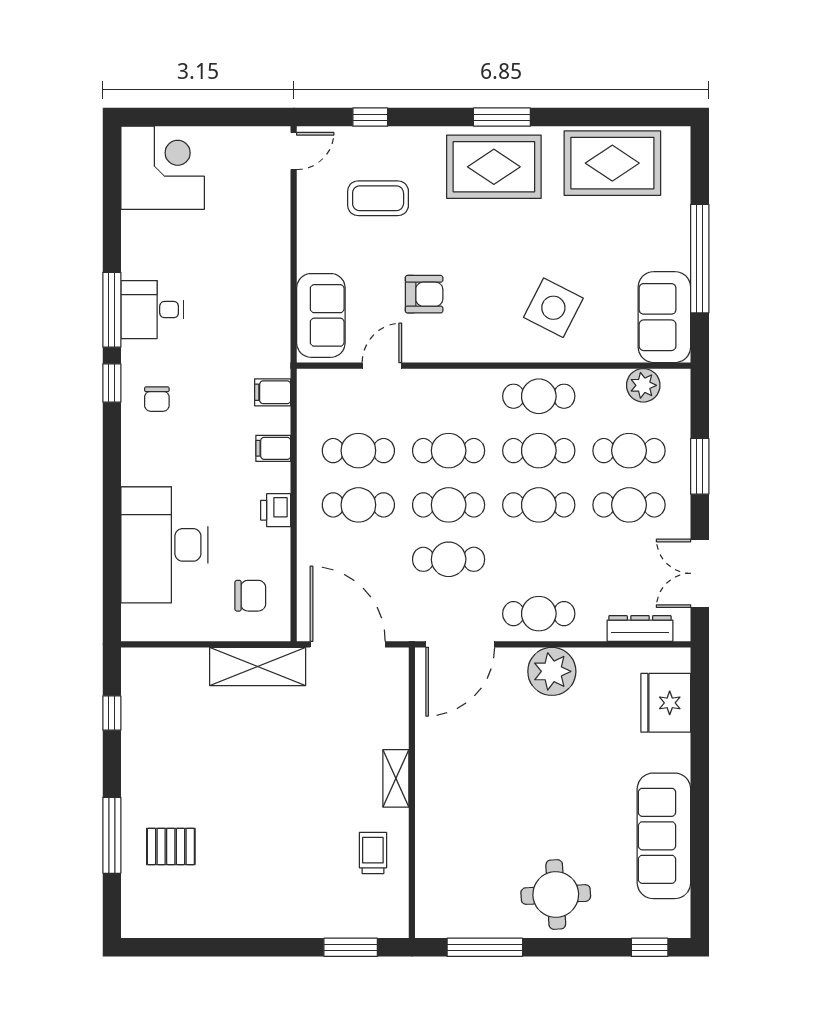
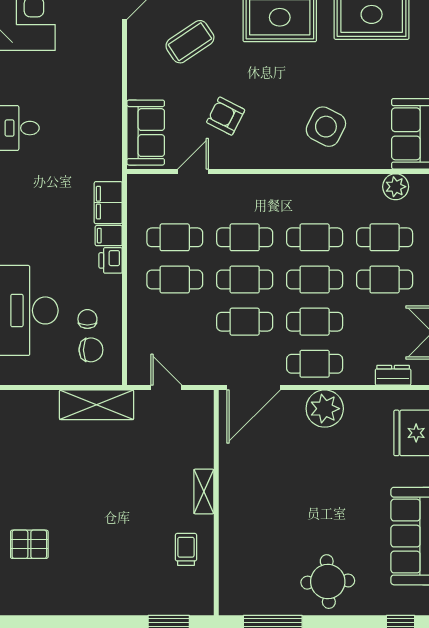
coffee table: (378, 198) -> (190, 42), turned -34
armchair: (424, 294) -> (226, 116), turned -153
filing cabinet: (273, 392) -> (108, 203), width x2.00
cafe table: (539, 396) -> (315, 322), moved
chair: (157, 399) -> (87, 319), moved, turned 180
printer: (276, 510) -> (111, 260), moved
dresser: (640, 628) -> (393, 375), width x0.70
door: (348, 644) -> (166, 388), width x0.53

